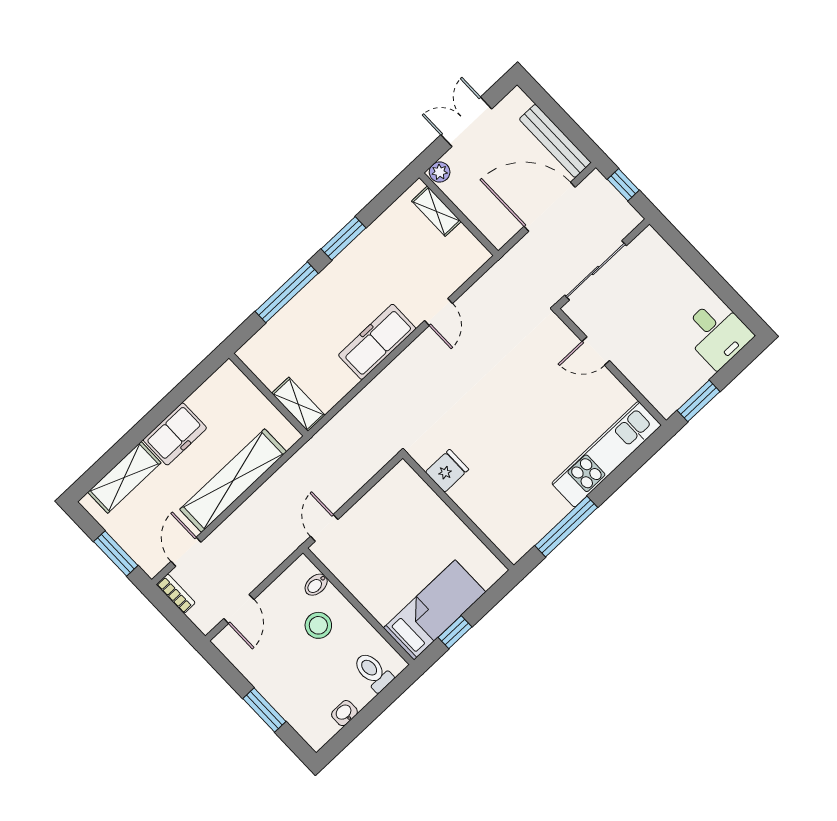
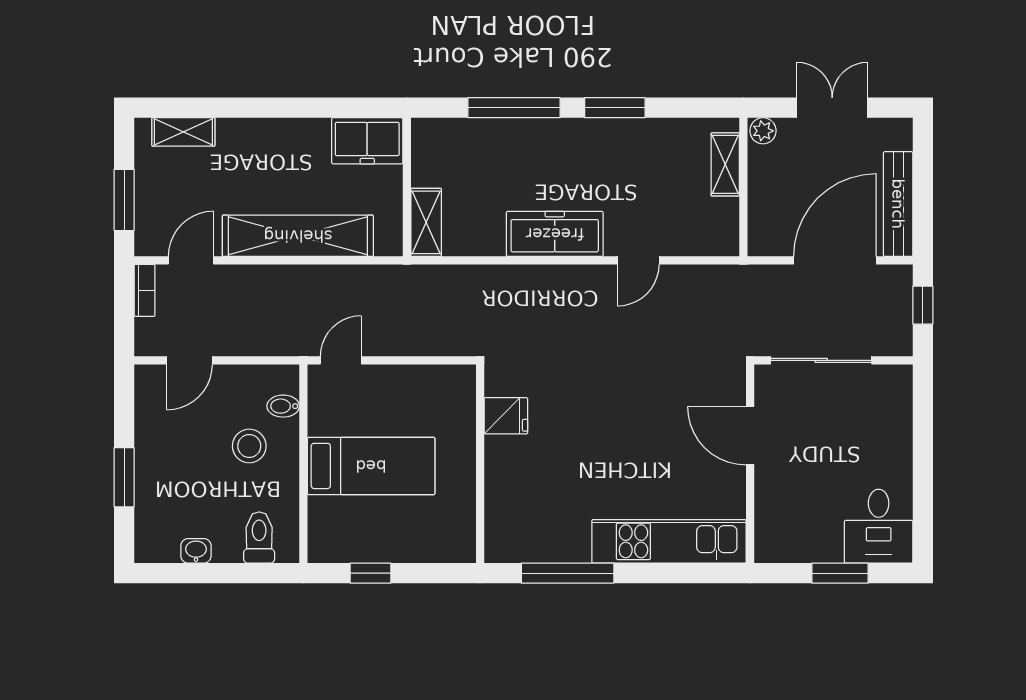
door: (550, 207) -> (835, 260), hinge flipped
door: (596, 351) -> (750, 436), width x1.38
window: (699, 401) -> (840, 573), moved
freezer: (175, 434) -> (367, 141), moved
shelving: (124, 477) -> (183, 132), width x0.67, depth x0.75
bed: (435, 610) -> (371, 466), moved

